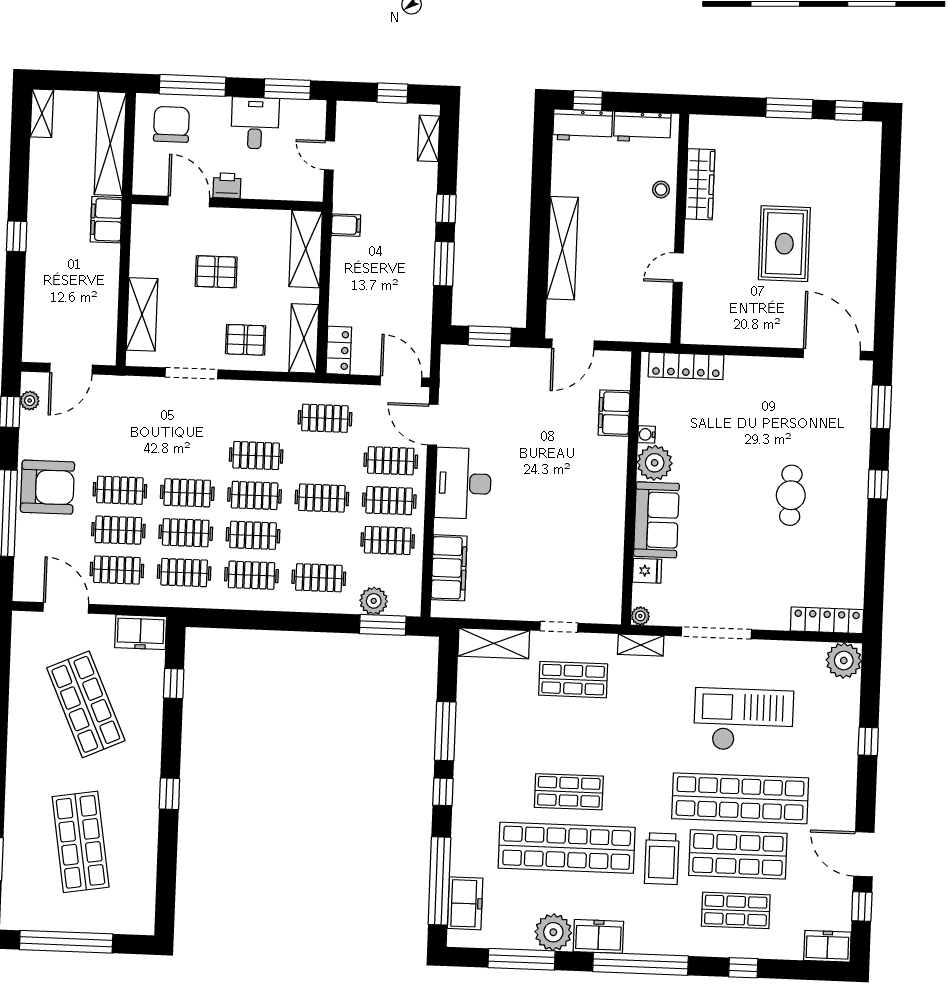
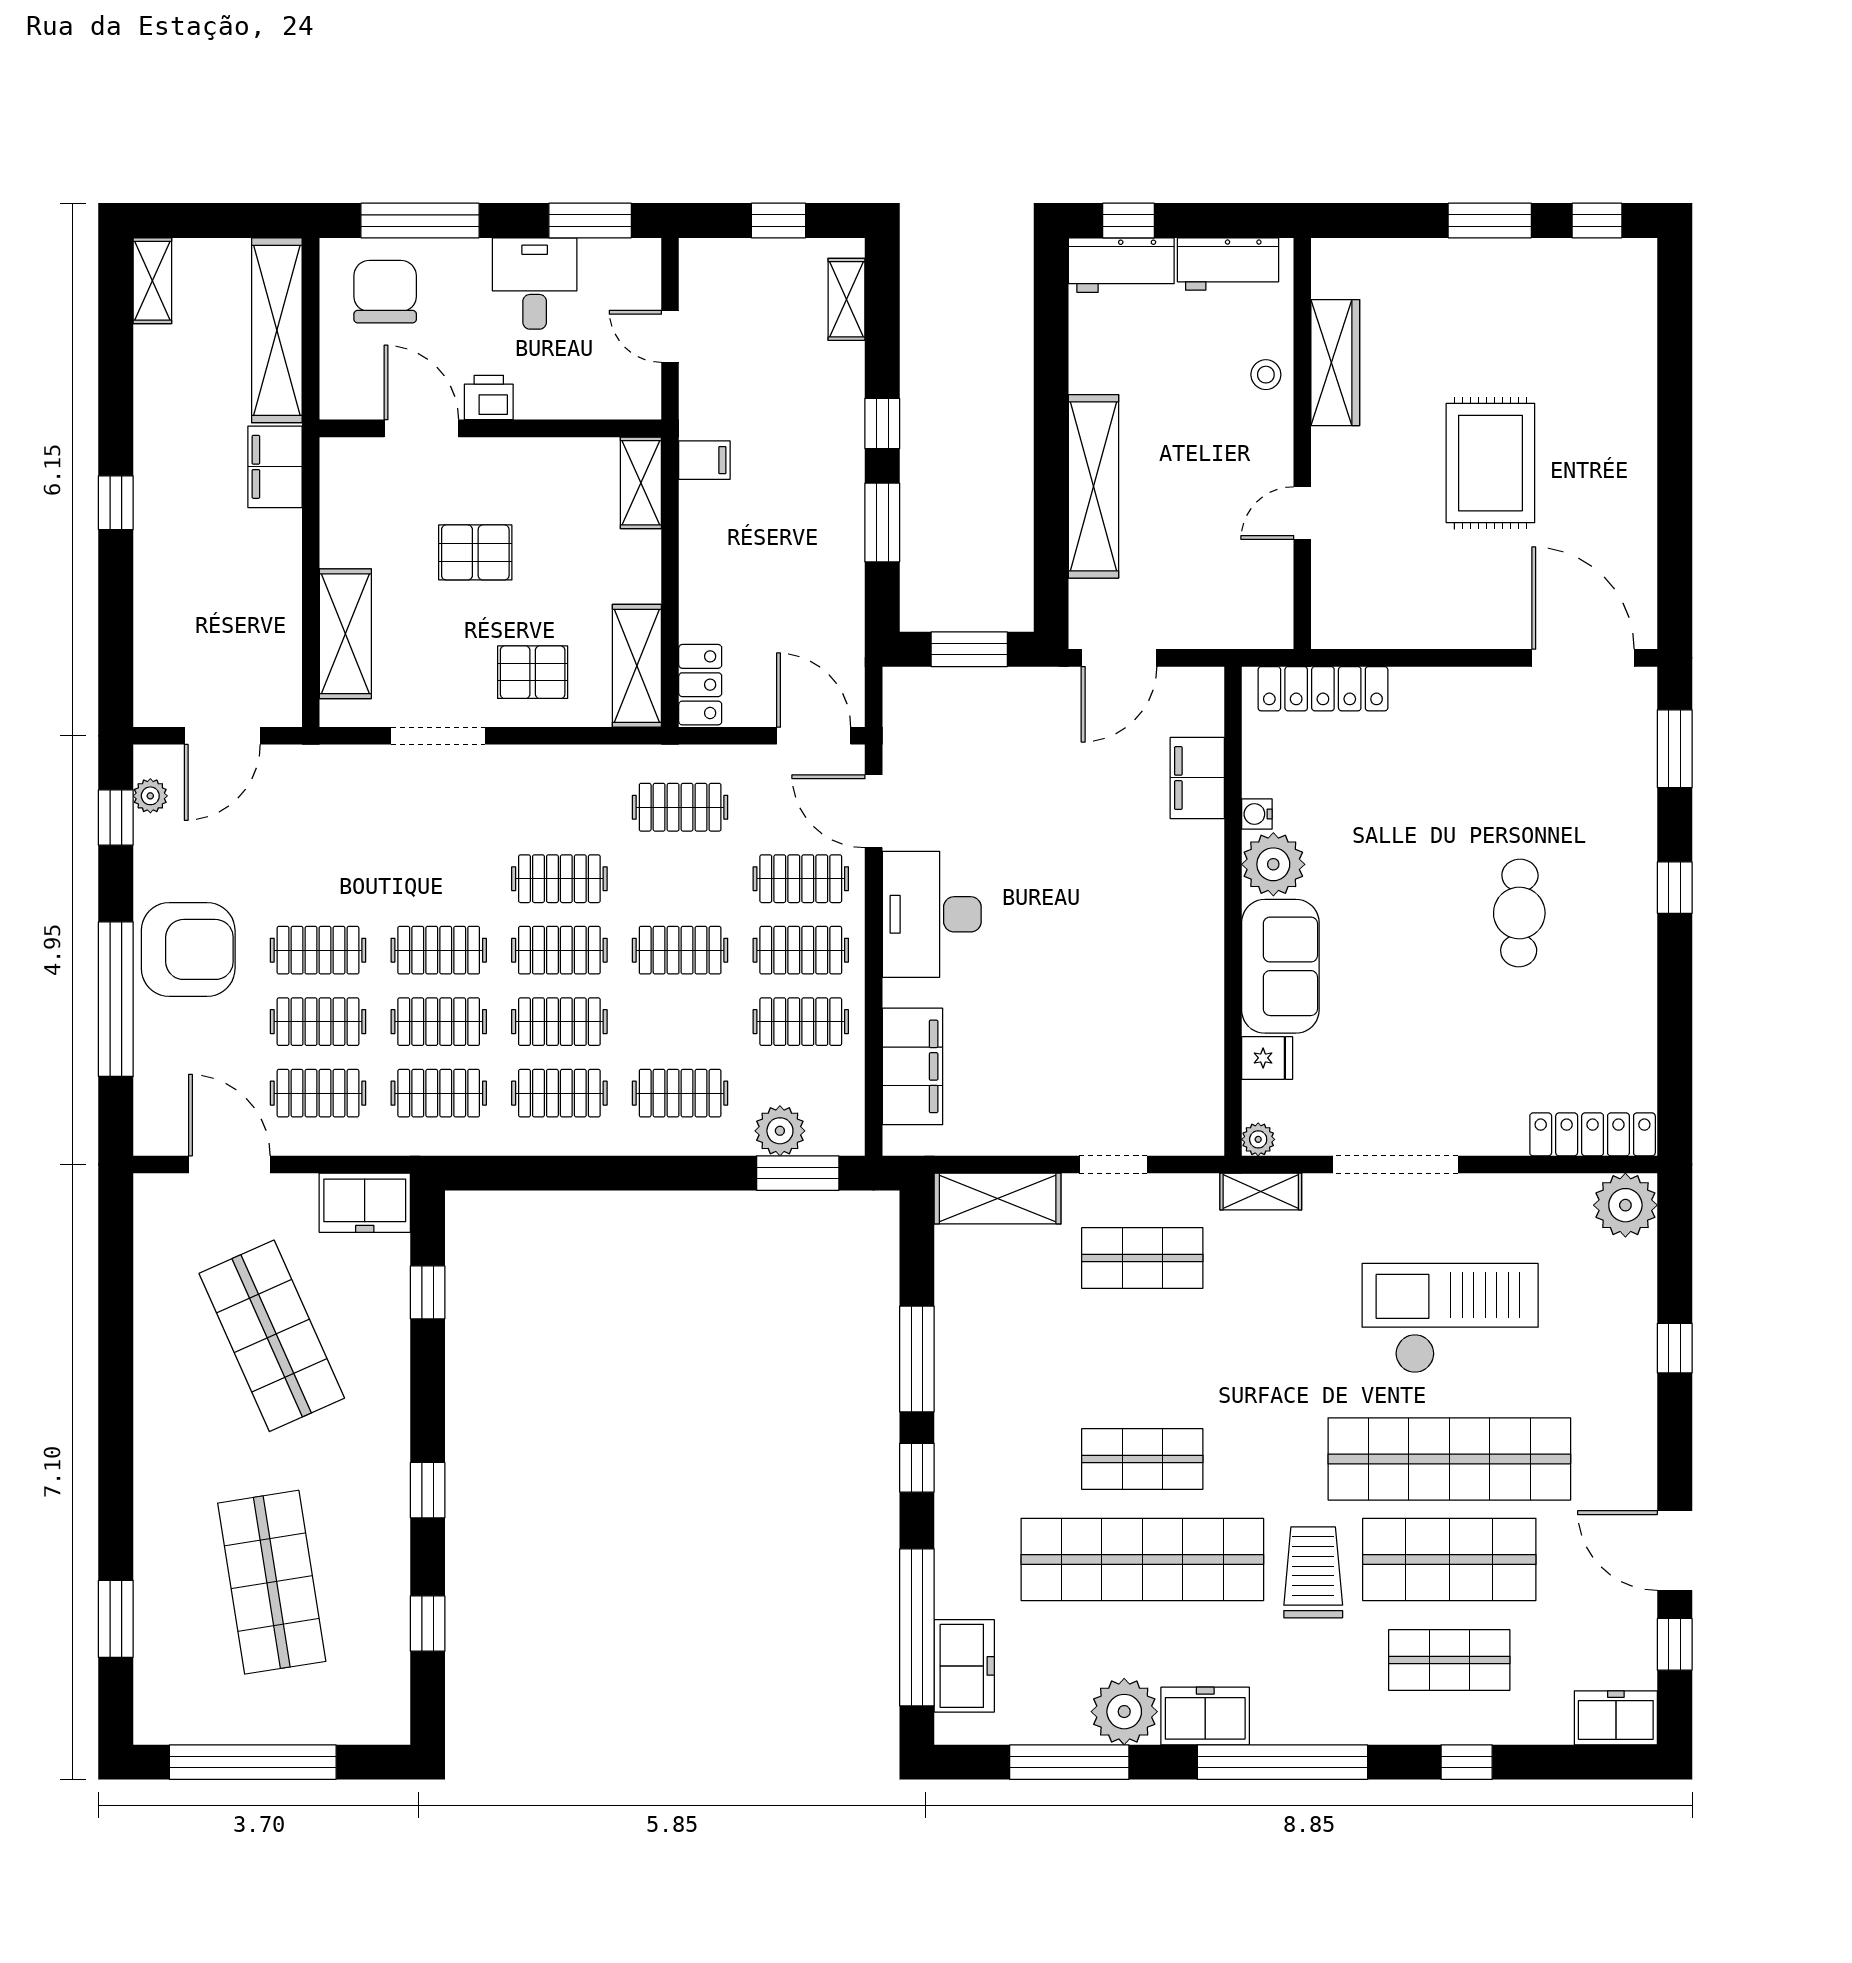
shelving: (306, 249) -> (641, 483), width x0.67, depth x0.75
trolley: (662, 859) -> (1313, 1572), turned 180
window: (167, 868) -> (428, 1624), added

